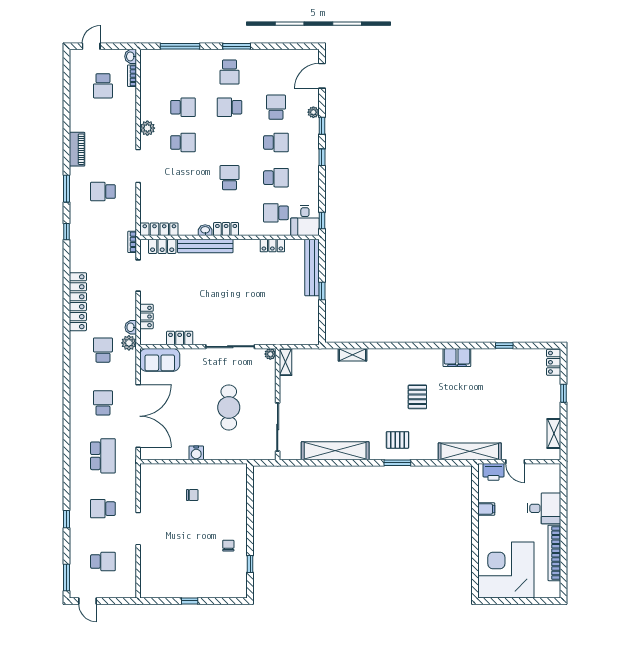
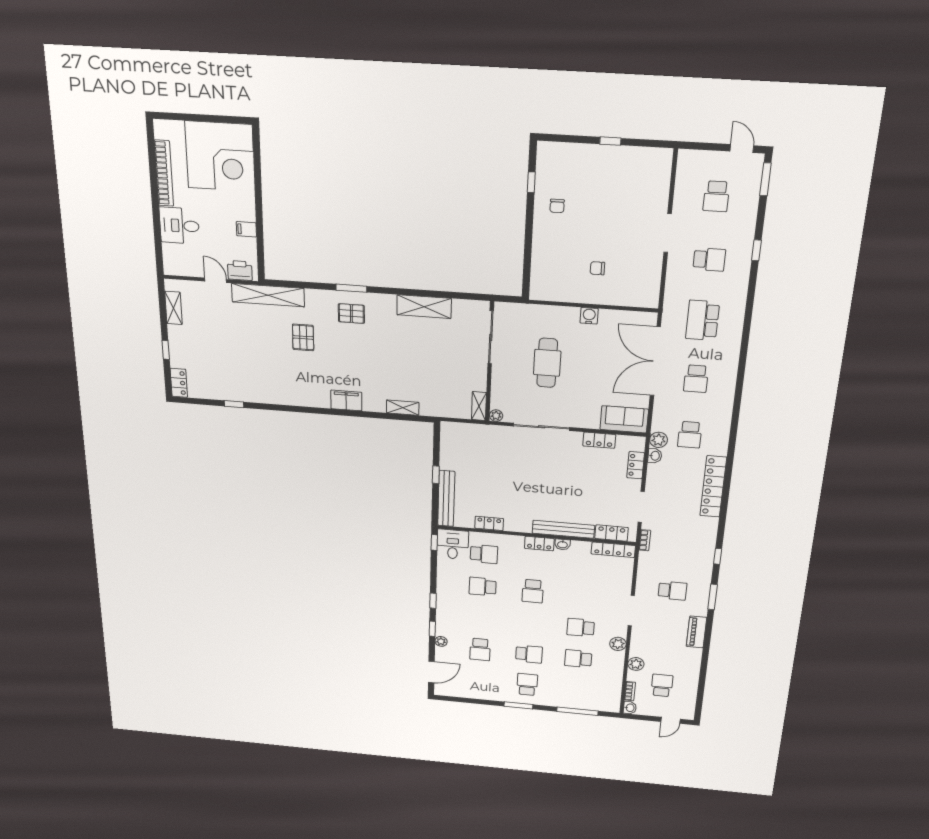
plant: (129, 107) -> (636, 664), added
school desk: (276, 142) -> (481, 618), removed
filing cabinet: (457, 358) -> (346, 400), moved
pallet: (417, 397) -> (303, 337), moved
shelving: (335, 451) -> (424, 307), width x0.68
school desk: (103, 562) -> (716, 196), turned -90

